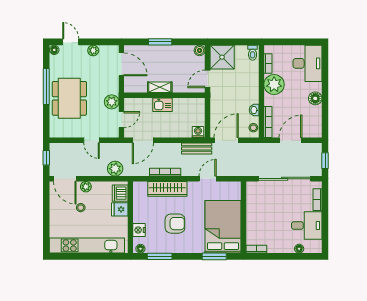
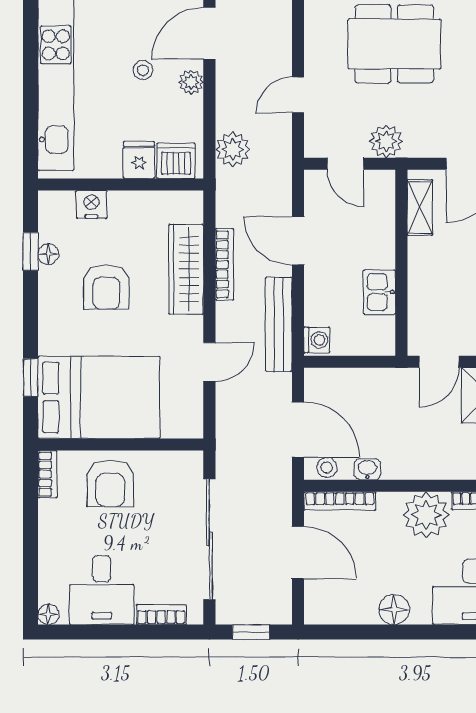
door: (207, 79) -> (439, 362), swing flipped
shelving: (160, 87) -> (420, 207), moved
kitchen sink: (163, 105) -> (379, 292), moved
door: (143, 140) -> (298, 241), moved
door: (226, 140) -> (298, 429), moved
bench: (197, 149) -> (279, 324), width x1.36
door: (208, 179) -> (209, 362), hinge flipped
armchair: (260, 222) -> (110, 483), added
floor lamp: (140, 249) -> (48, 254), moved
floor lamp: (299, 249) -> (48, 614), moved
window: (160, 256) -> (31, 252), width x0.67
window: (214, 256) -> (31, 377), width x0.67

